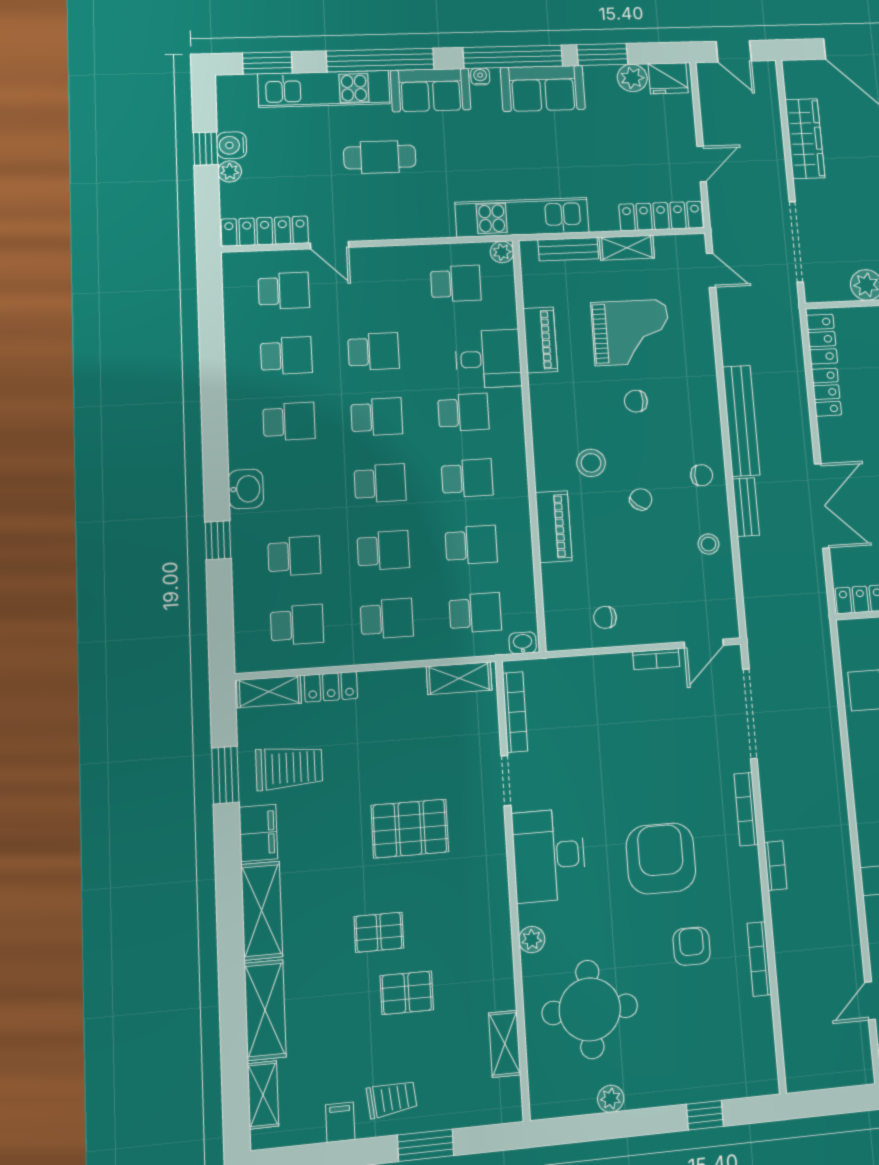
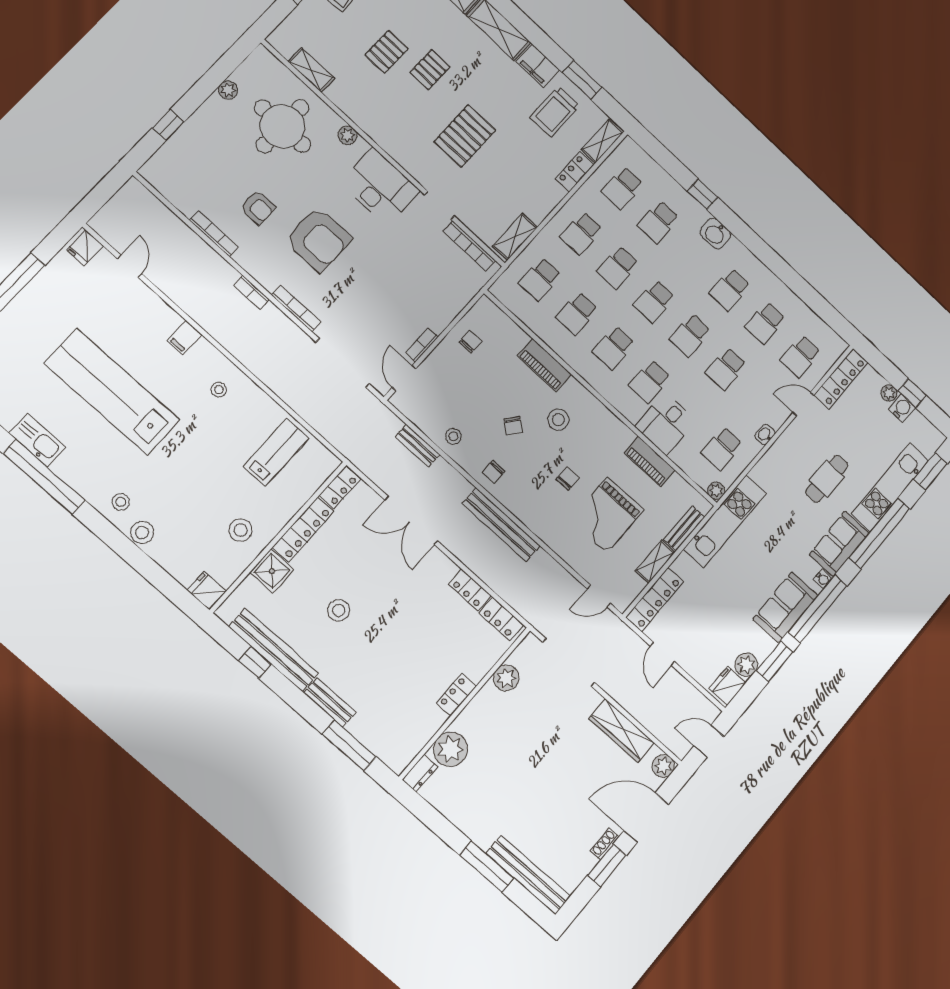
plant: (796, 73) -> (663, 766), added
bench: (746, 507) -> (418, 446), moved
washbasin: (523, 643) -> (765, 435), moved, turned 180

